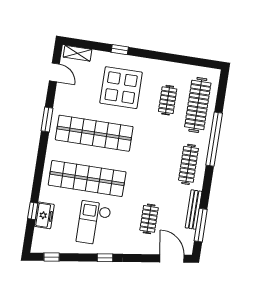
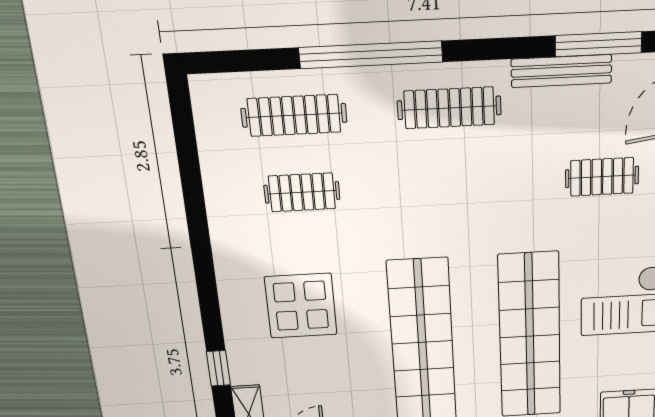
window: (120, 50) -> (218, 368), moved
display table: (121, 88) -> (301, 306), width x0.73, depth x0.73
clothes rail: (198, 105) -> (294, 115), width x0.73, depth x0.76

